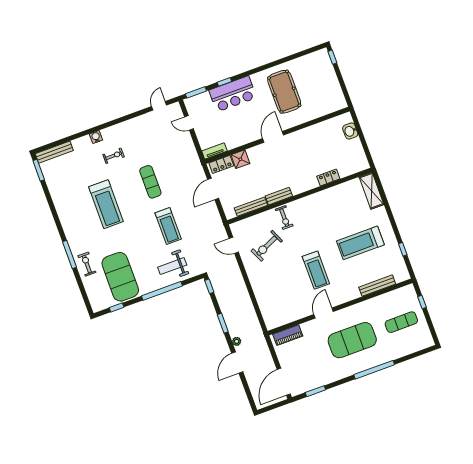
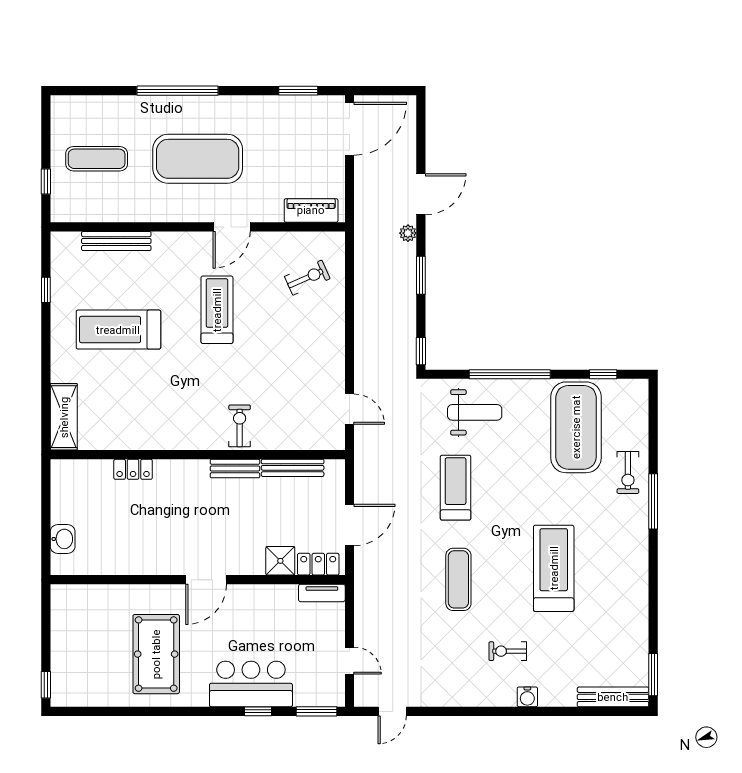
treadmill: (360, 243) -> (118, 330), turned 180
exercise bike: (267, 246) -> (307, 278), moved, width x0.73, depth x0.72

